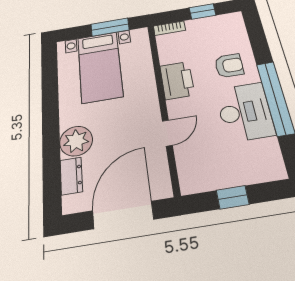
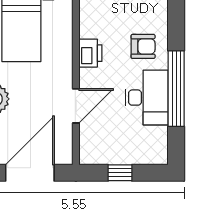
printer: (177, 80) -> (90, 53), width x0.73, depth x0.84
door: (167, 133) -> (76, 106), width x1.38

